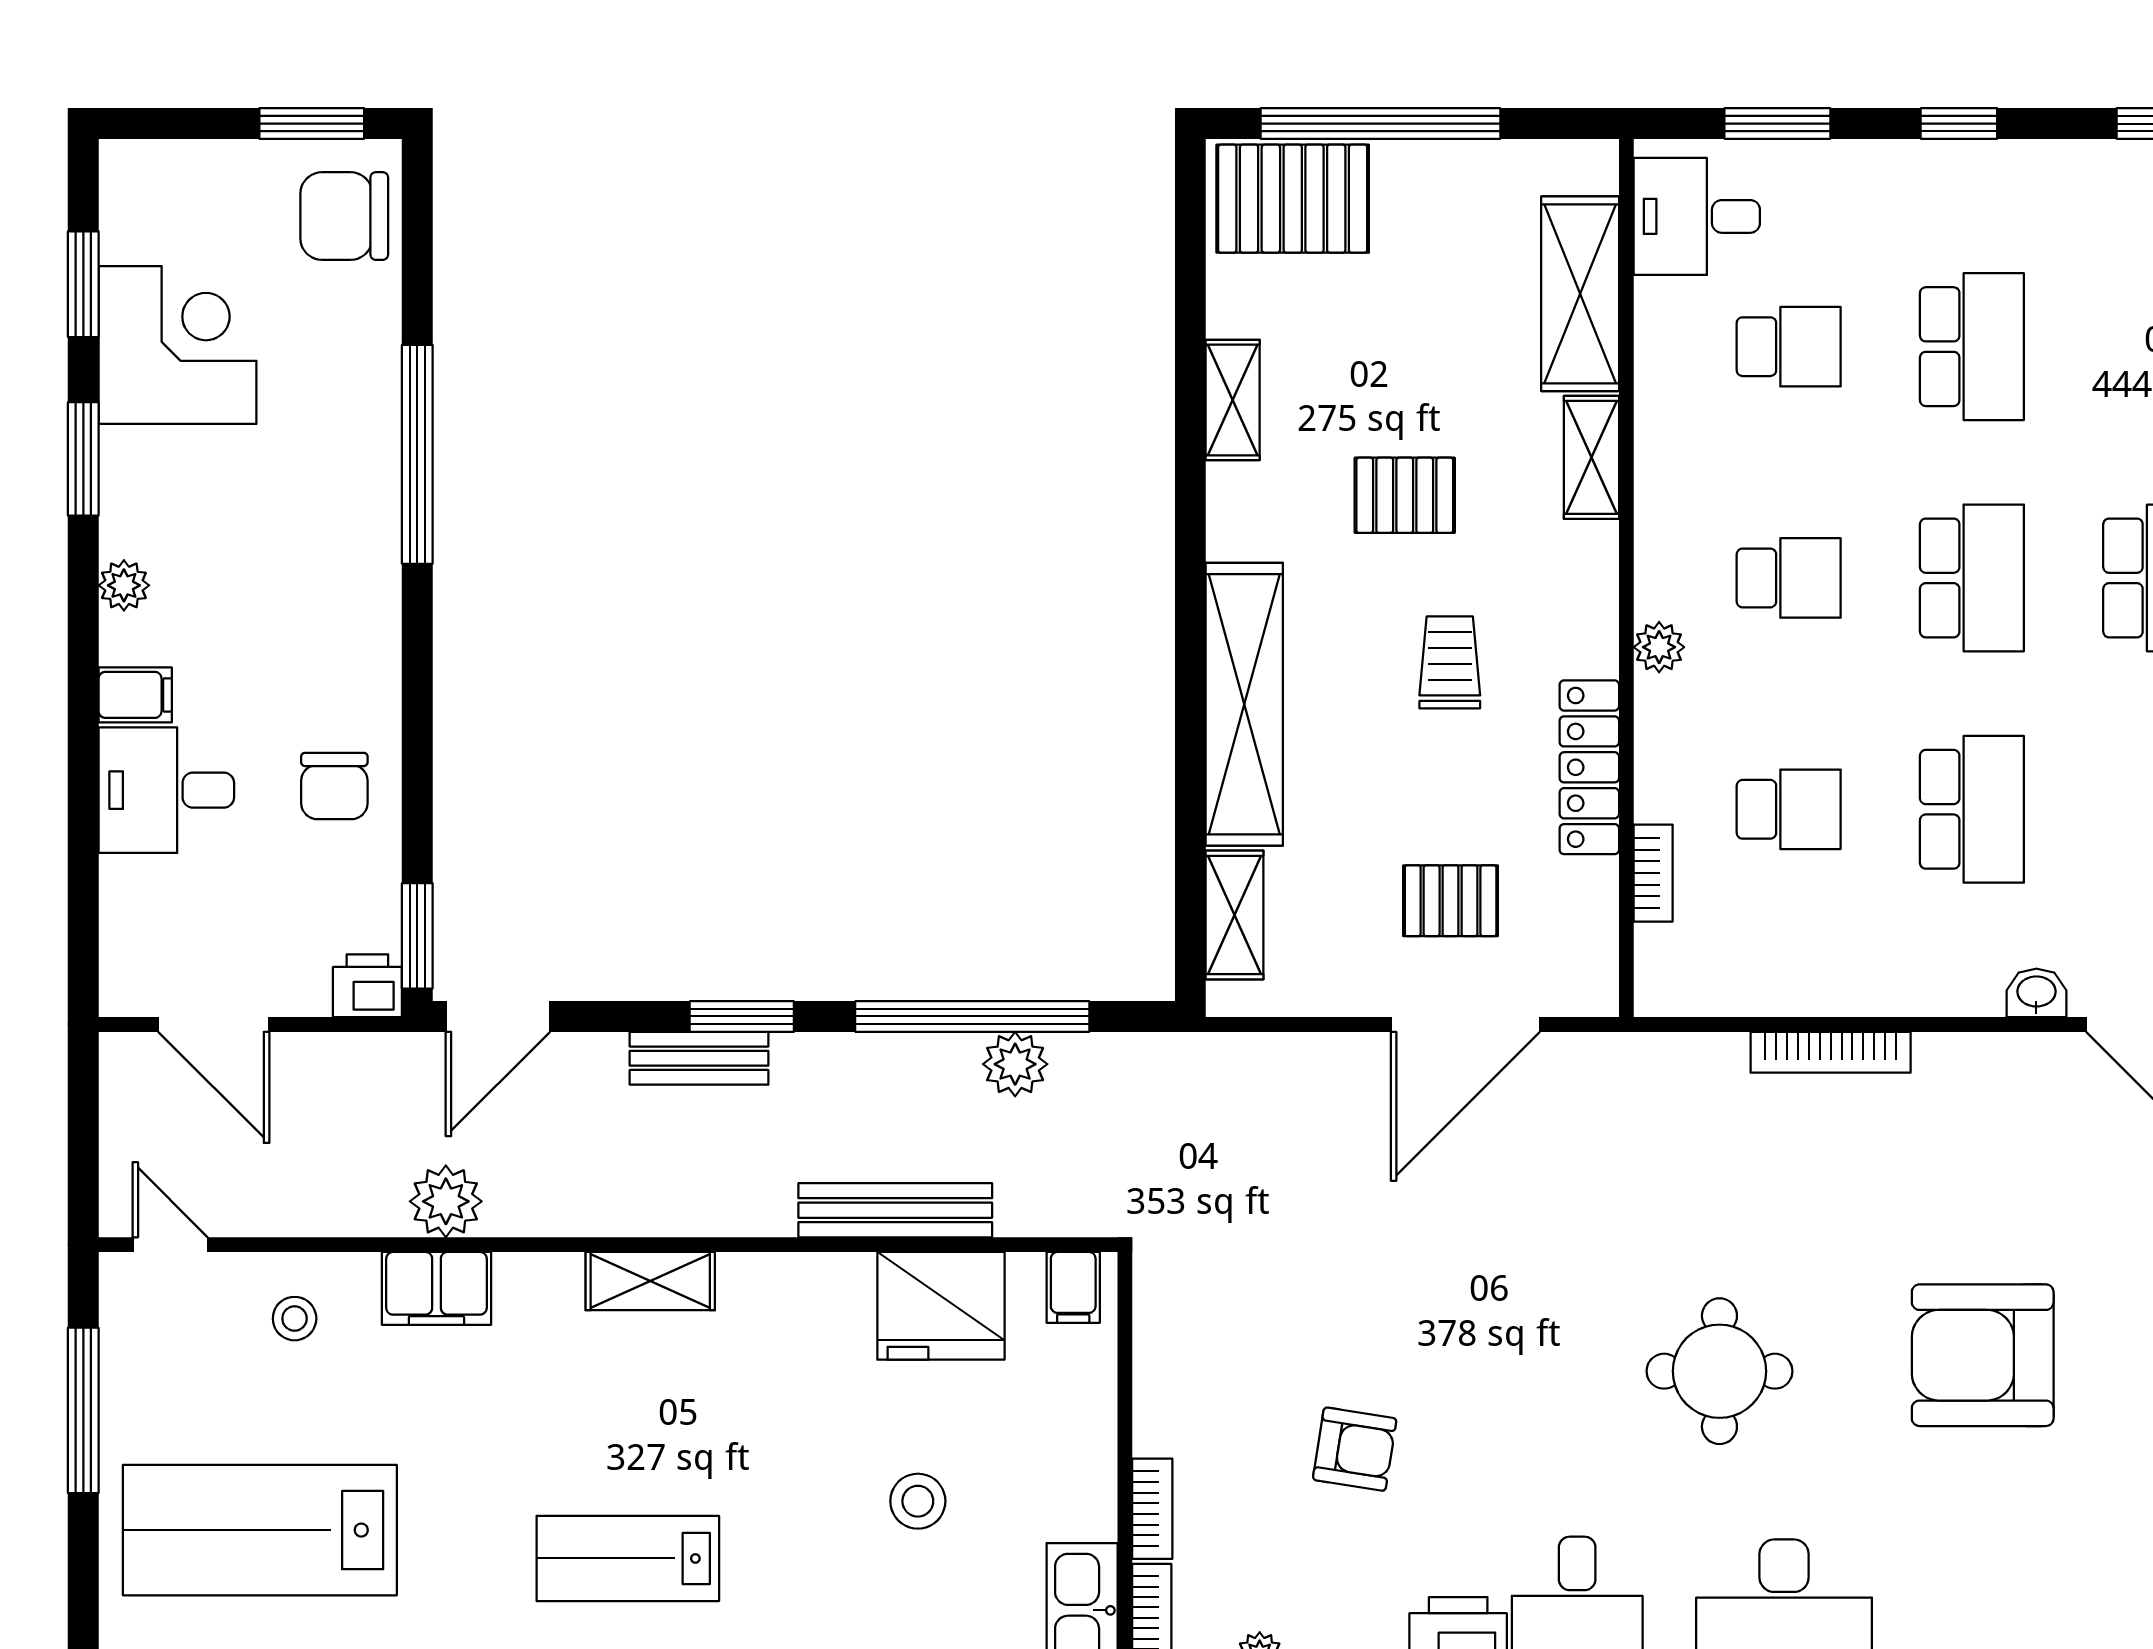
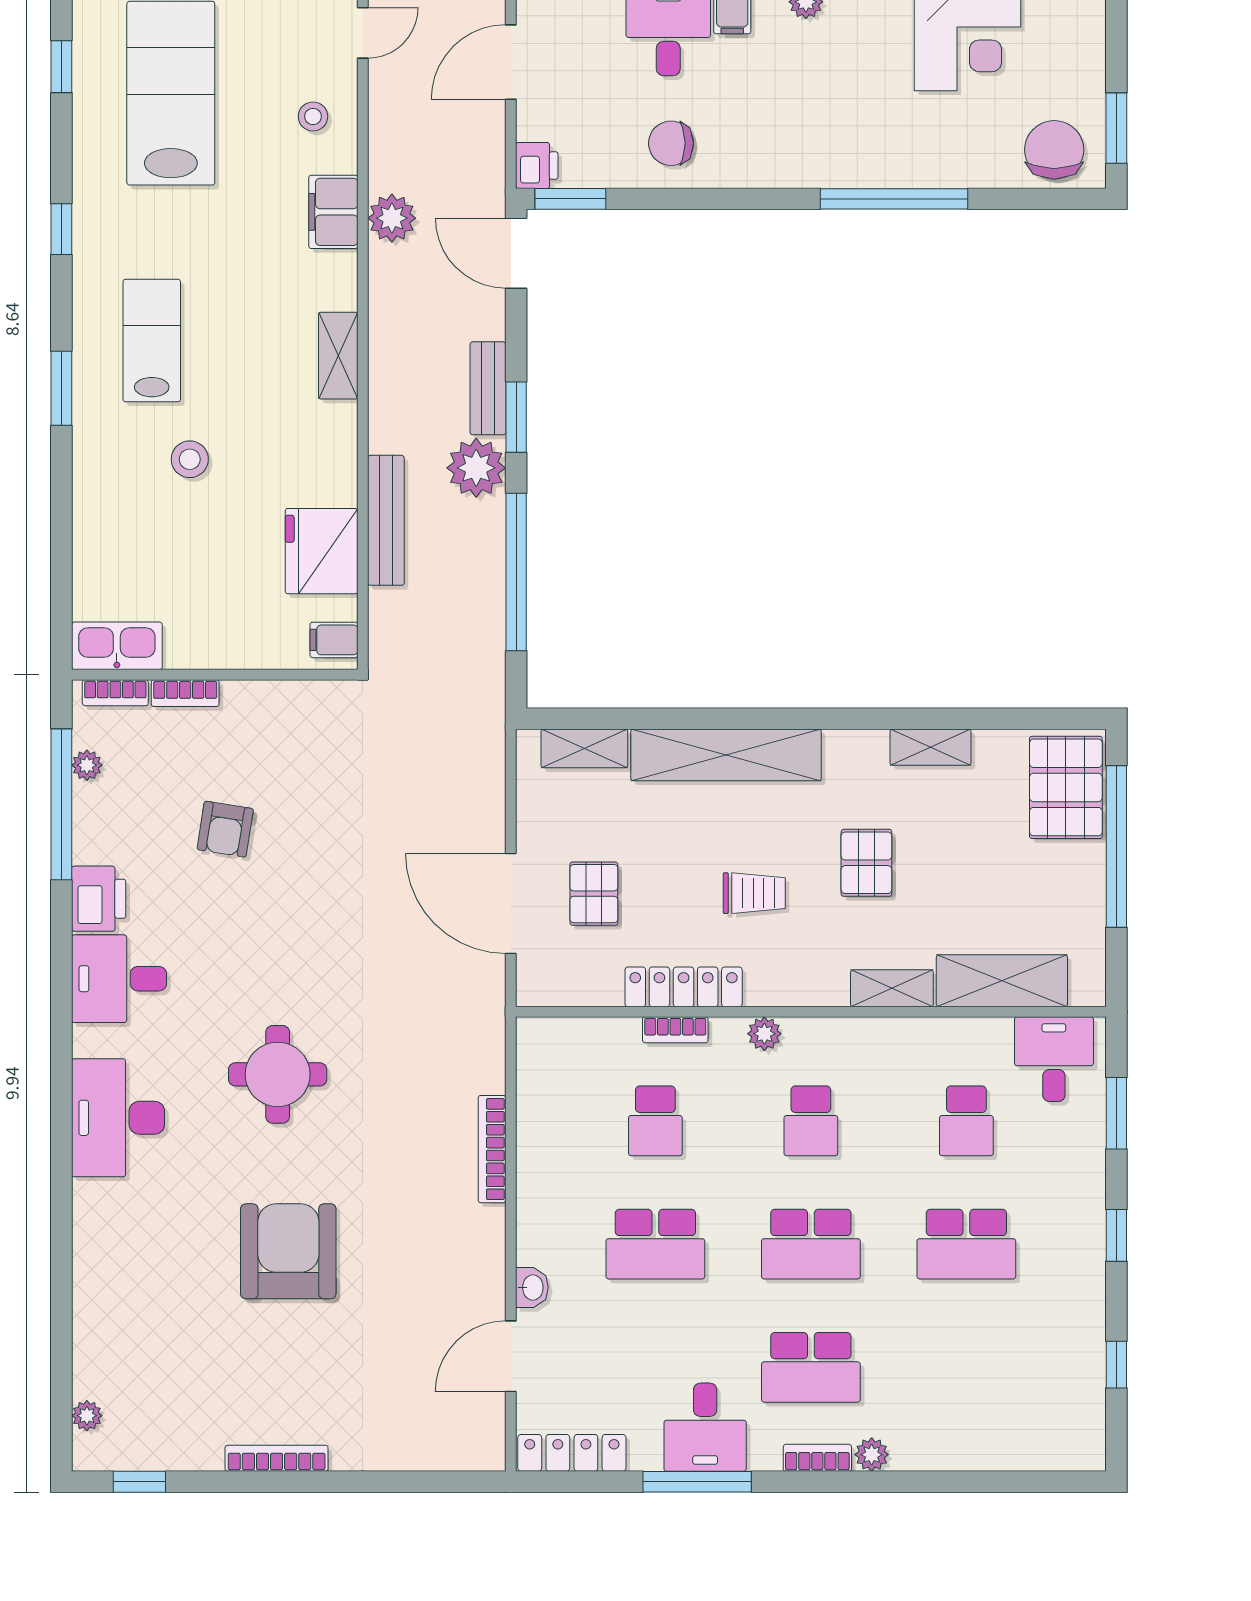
bookcase: (1653, 873) -> (675, 1030), moved
plant: (1015, 1064) -> (476, 468), moved, width x1.36, depth x1.36
stool: (918, 1501) -> (190, 459), moved

